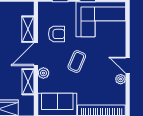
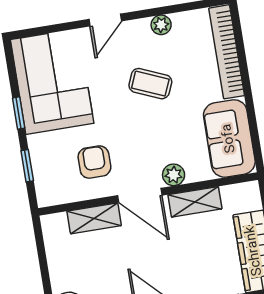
coffee table: (77, 61) -> (150, 84), moved
door: (128, 65) -> (105, 20), moved

